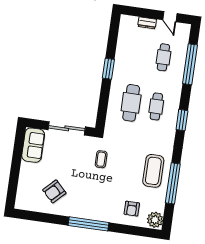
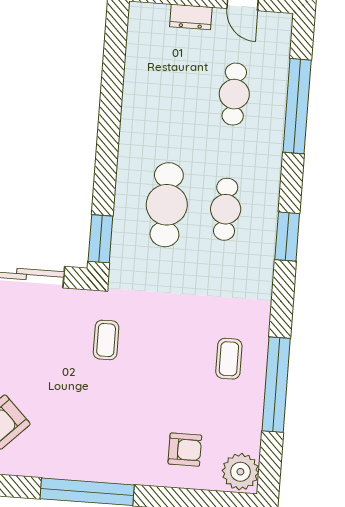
window: (108, 69) -> (100, 239), moved
coffee table: (153, 171) -> (229, 359), width x0.54, depth x0.58
armchair: (132, 209) -> (185, 450), turned -90

